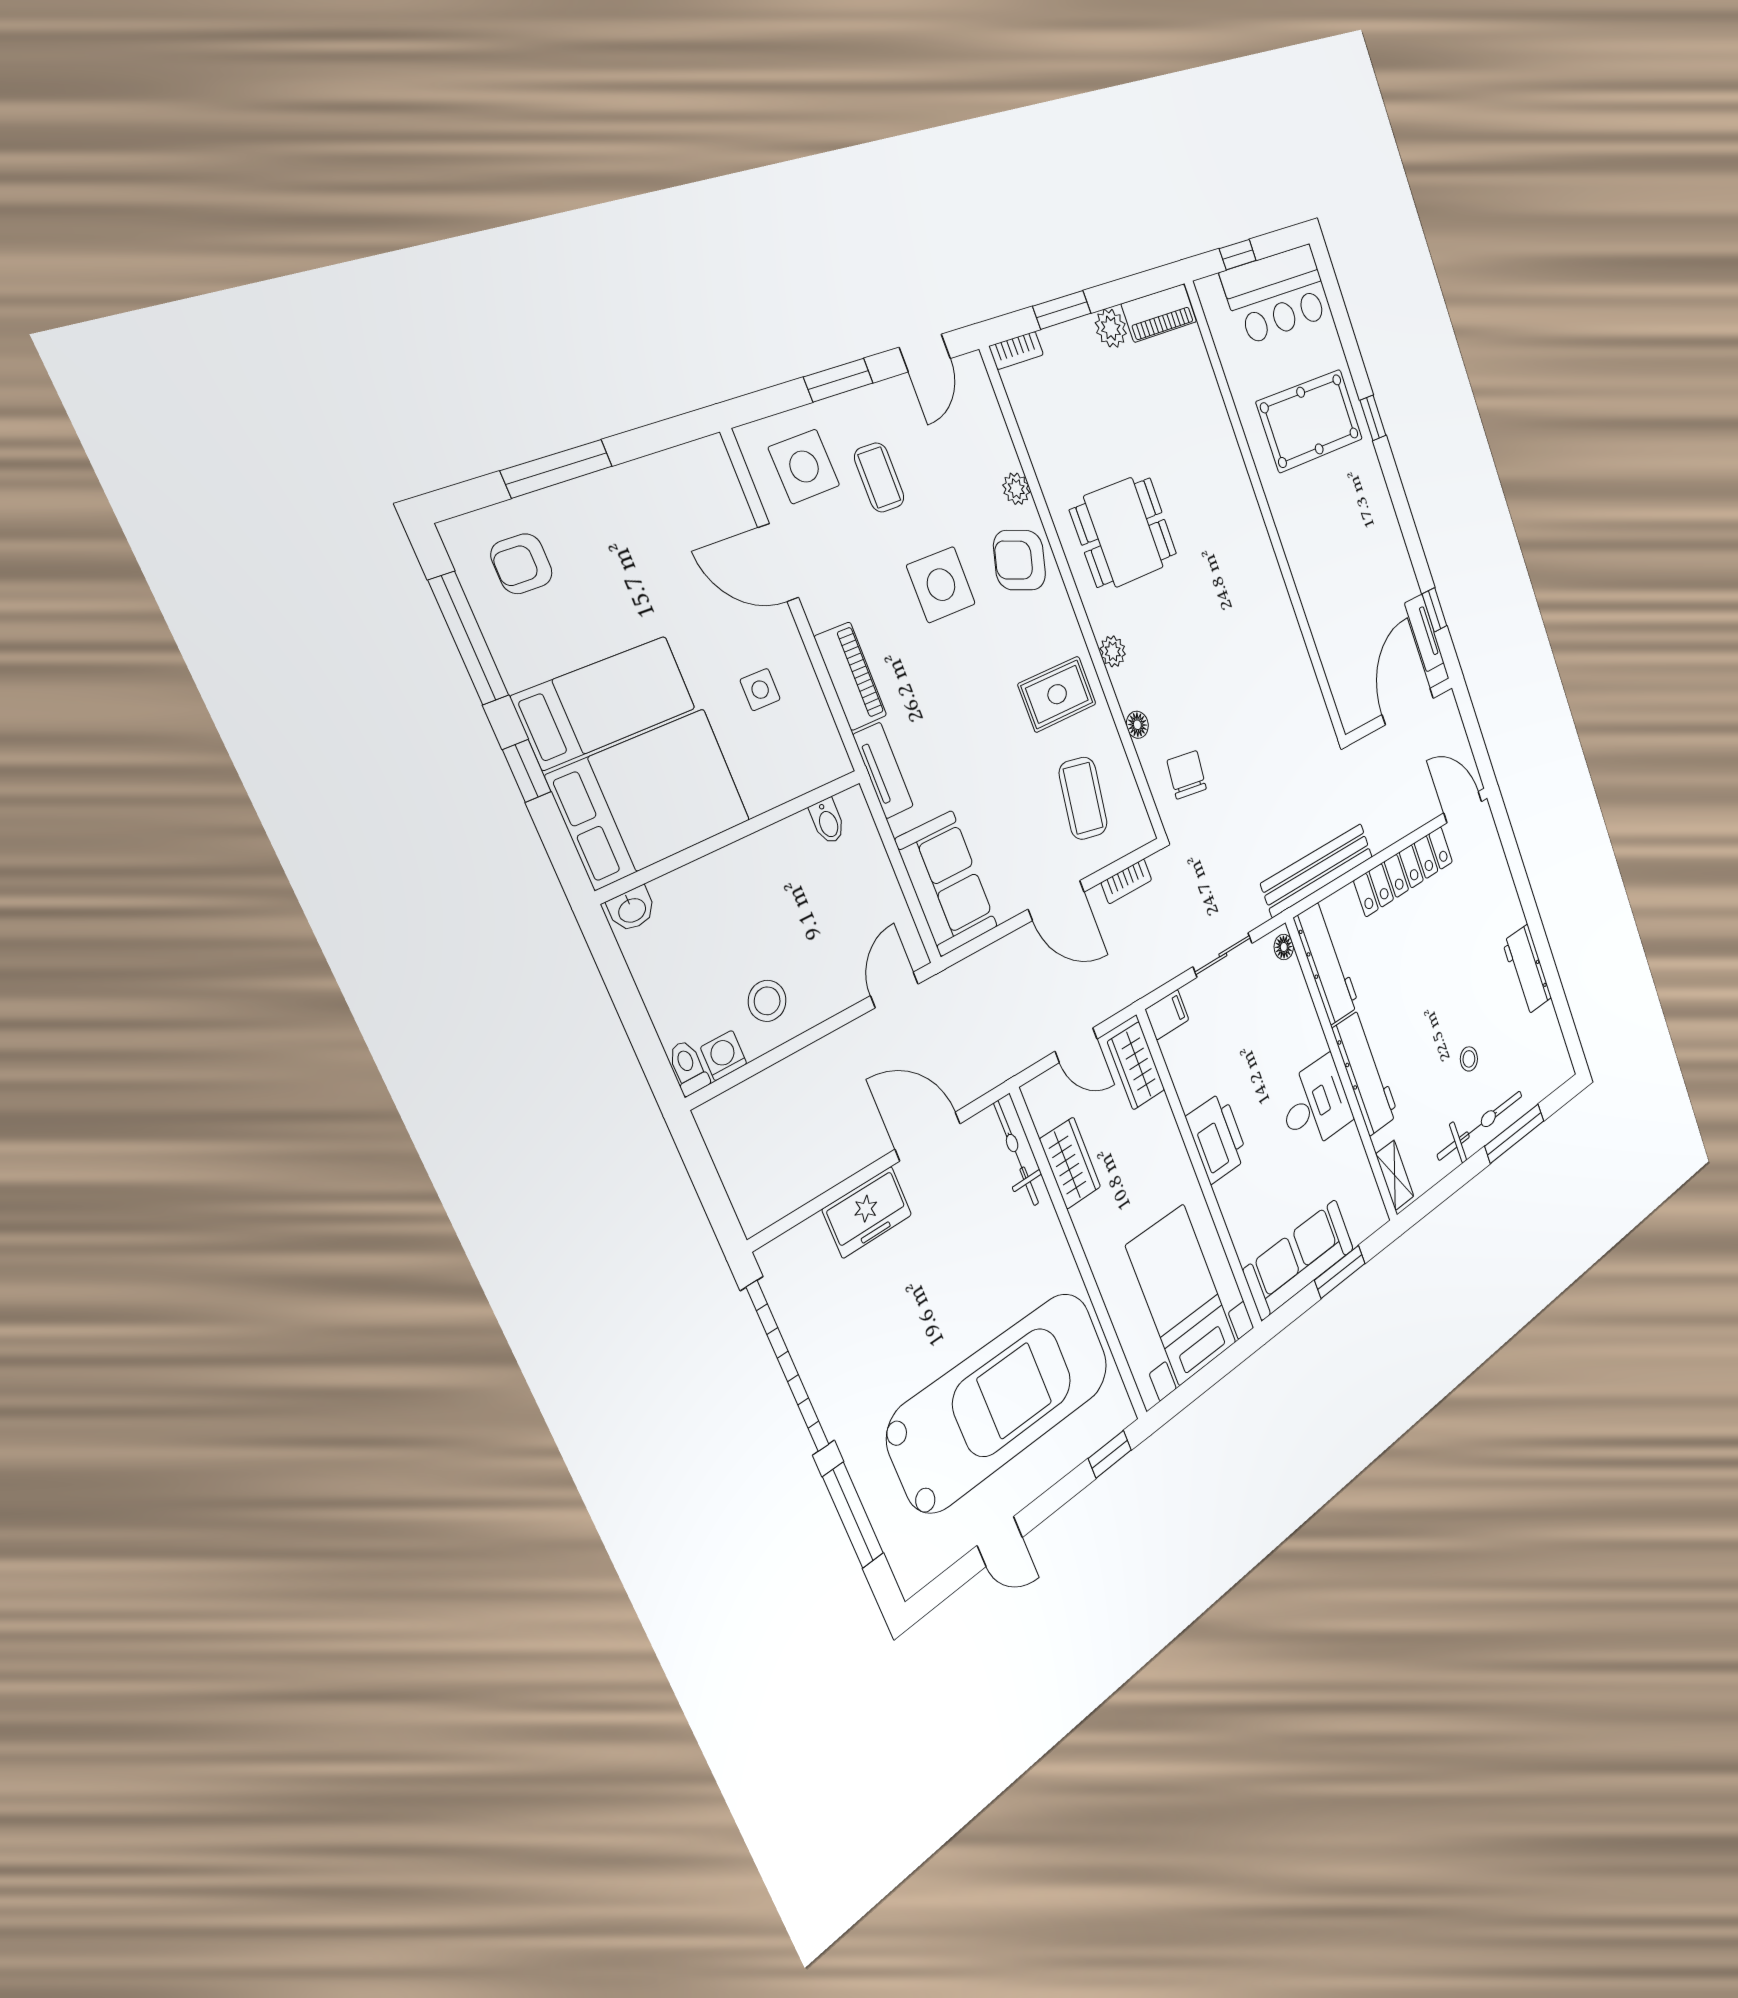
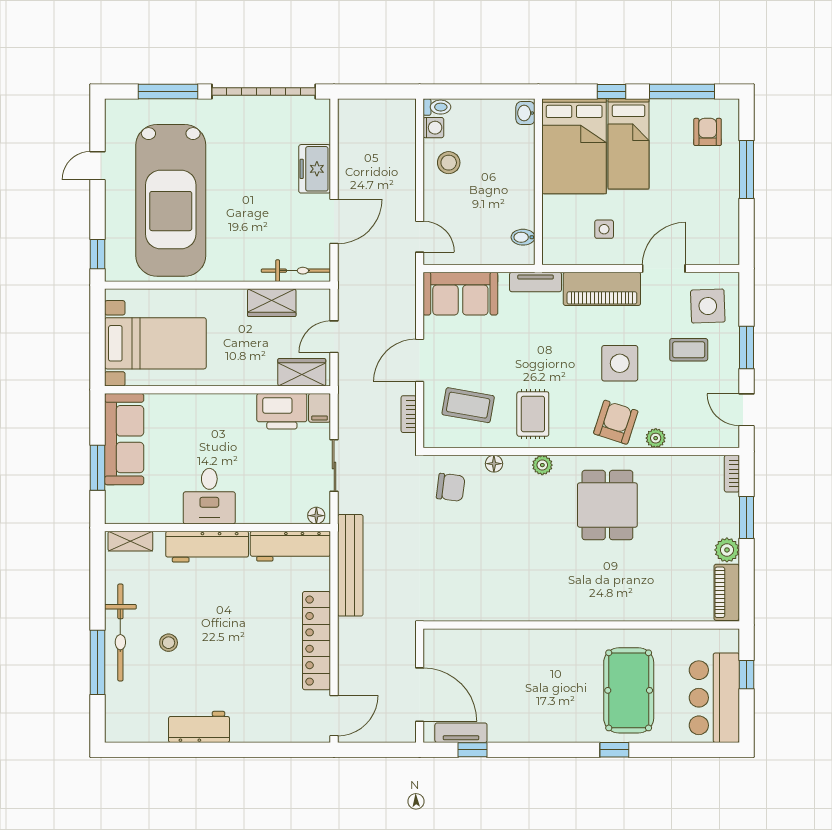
piano: (851, 676) -> (602, 289), width x1.37, depth x1.33
printer: (1217, 1138) -> (282, 411), moved

